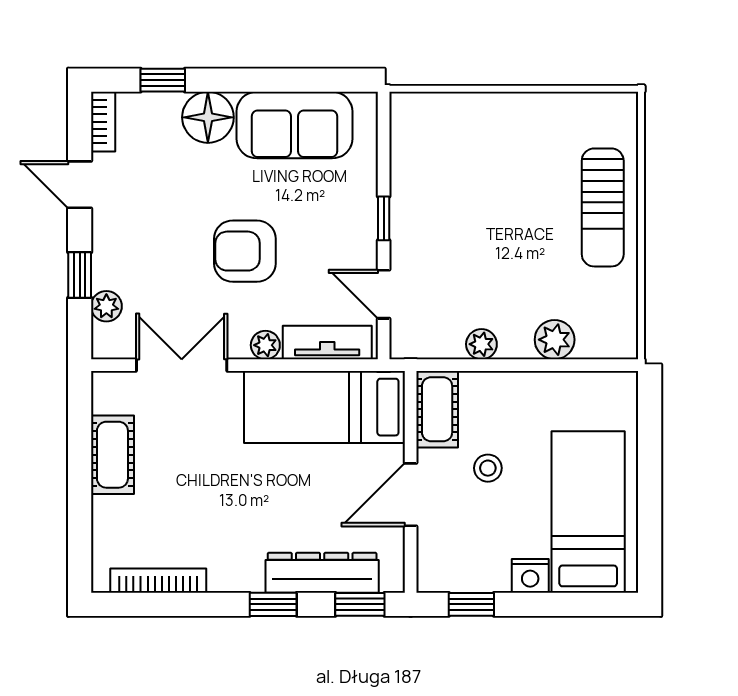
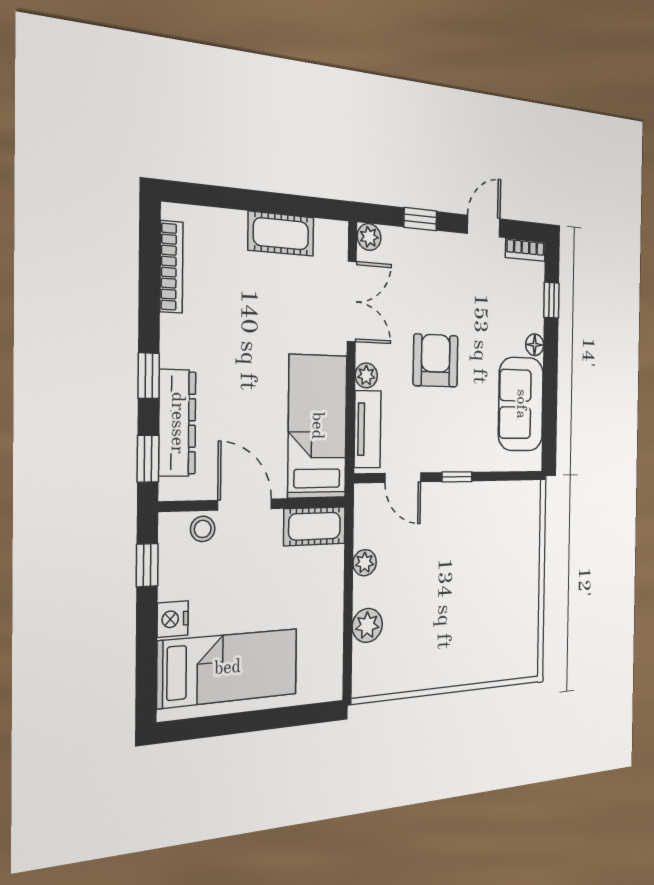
floor lamp: (208, 117) -> (535, 345), width x0.53, depth x0.53
sun lounger: (603, 207) -> (462, 657), removed
door: (384, 294) -> (403, 478), swing flipped
plant: (106, 306) -> (369, 237), moved
stool: (488, 468) -> (203, 529), moved

